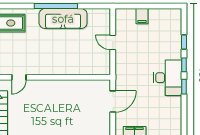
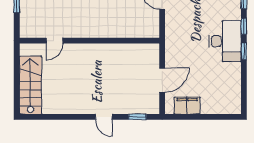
door: (113, 101) -> (162, 80), moved

